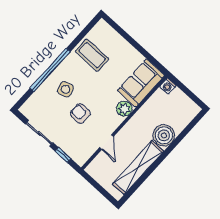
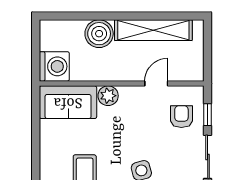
washing machine: (168, 86) -> (54, 66), width x1.89, depth x1.89
armchair: (80, 113) -> (181, 117), moved, turned 180

